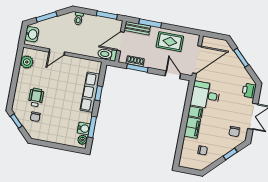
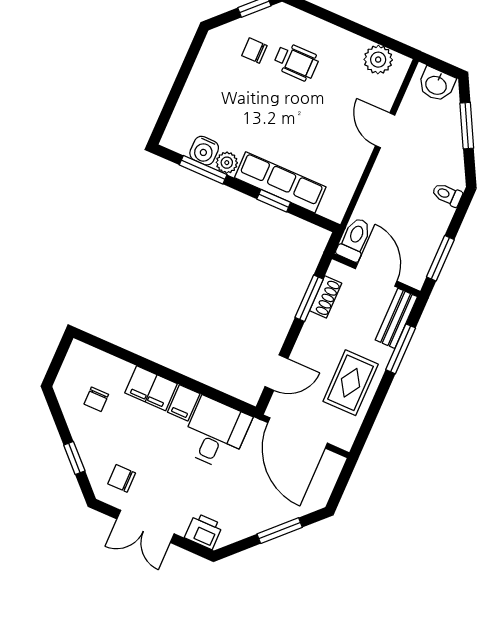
plant: (82, 140) -> (227, 163), moved

